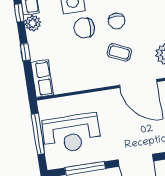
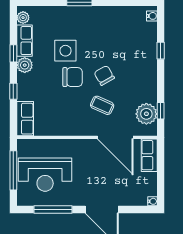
chair: (117, 21) -> (104, 75), turned 150
chair: (84, 28) -> (73, 77), turned 180

